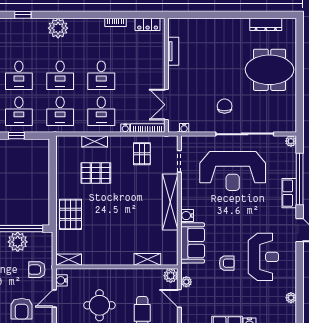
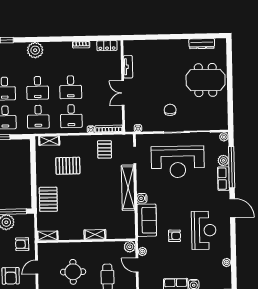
double door: (166, 105) -> (123, 93), moved
shelving: (95, 141) -> (49, 141), moved
plant: (290, 170) -> (223, 160), added
shelving: (147, 259) -> (95, 234), moved
water cooler: (61, 280) -> (42, 252), removed

